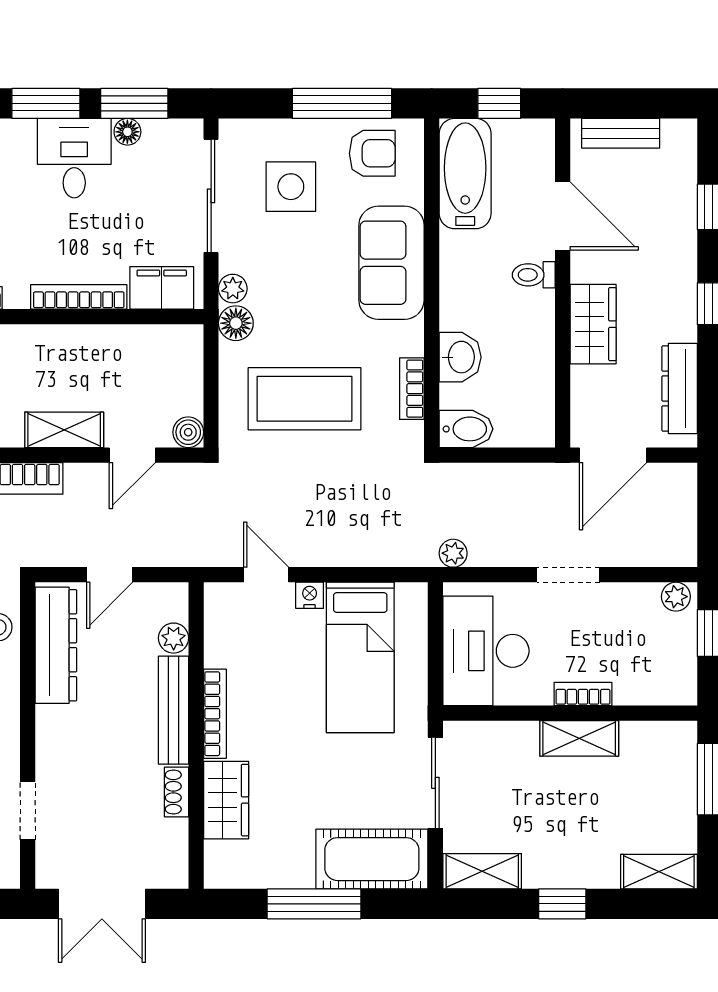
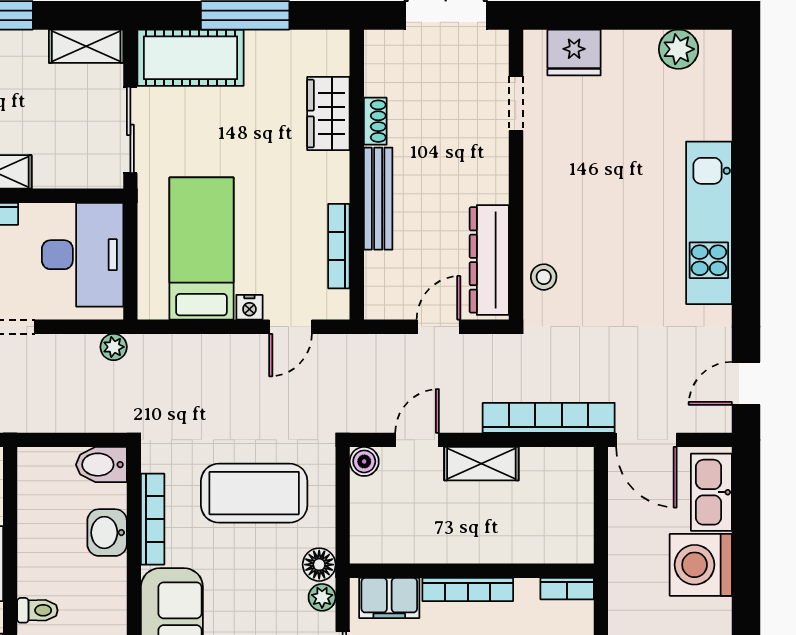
bookcase: (412, 389) -> (153, 519), width x1.56
door: (266, 575) -> (291, 327), hinge flipped
plant: (174, 638) -> (378, 267), removed
bookcase: (215, 714) -> (339, 246), moved

